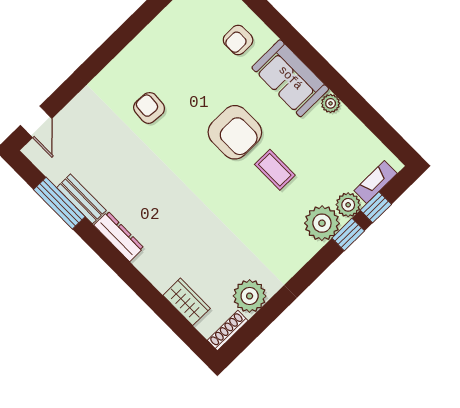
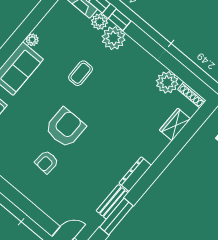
armchair: (235, 132) -> (65, 128), moved

